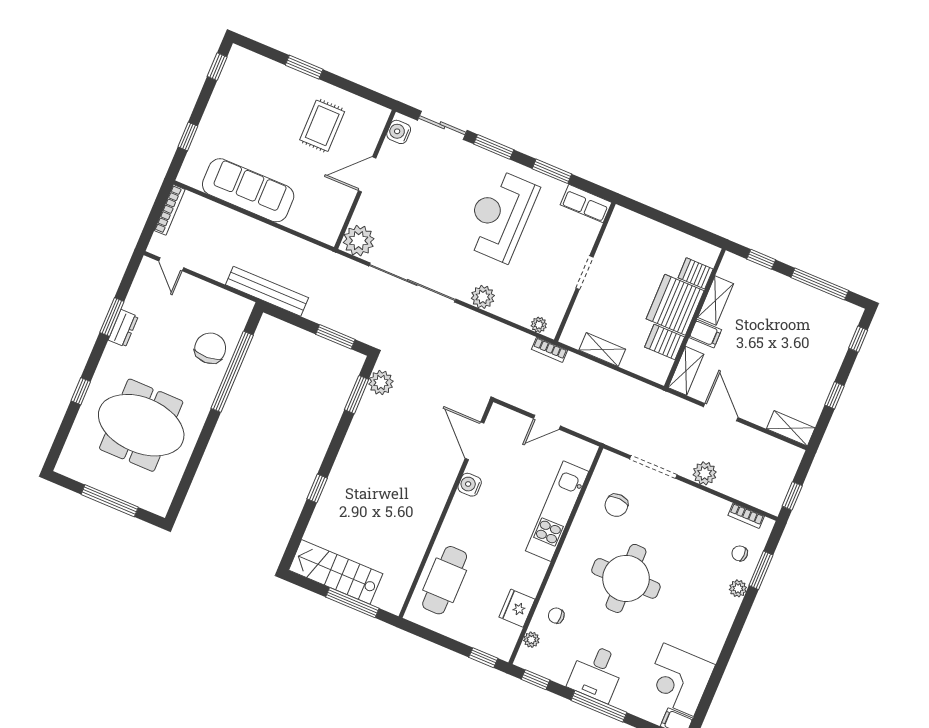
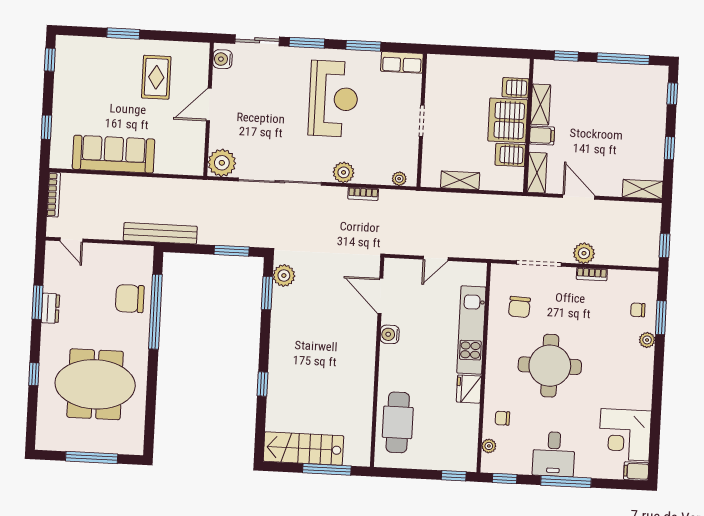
reception desk: (500, 216) -> (333, 99), turned 180
chair: (210, 348) -> (130, 299), turned -87
bookcase: (550, 350) -> (363, 194), moved
bookcase: (746, 516) -> (592, 274), moved
fridge: (517, 608) -> (469, 389), moved

